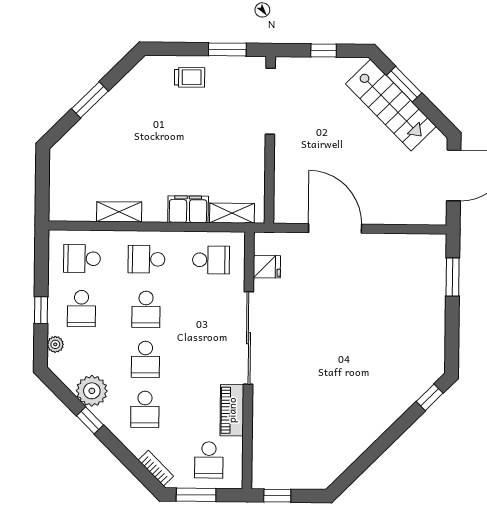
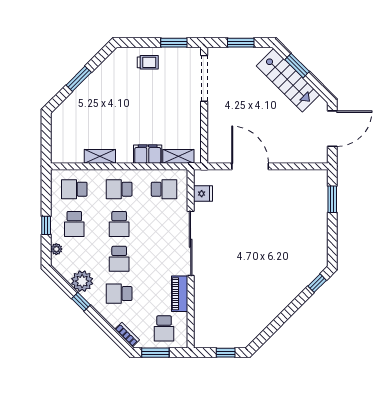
window: (324, 50) -> (241, 43), width x1.50
school desk: (145, 409) -> (119, 294), turned 90
window: (277, 496) -> (226, 353), moved

